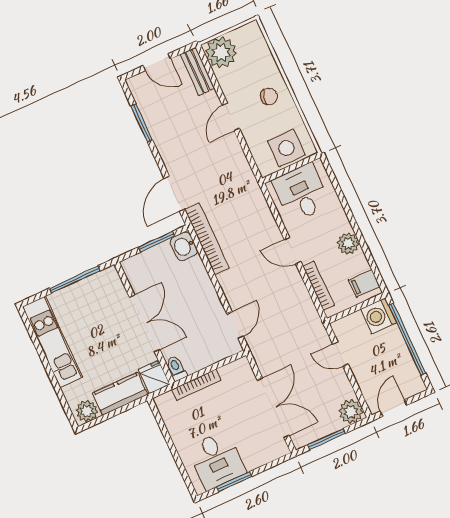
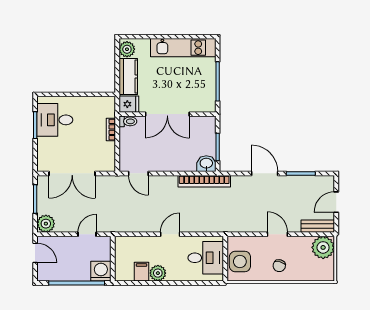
door: (174, 194) -> (265, 173), moved
filing cabinet: (364, 283) -> (141, 272), moved
bookcase: (319, 286) -> (139, 241), removed
bookcase: (196, 385) -> (111, 130), width x0.64

